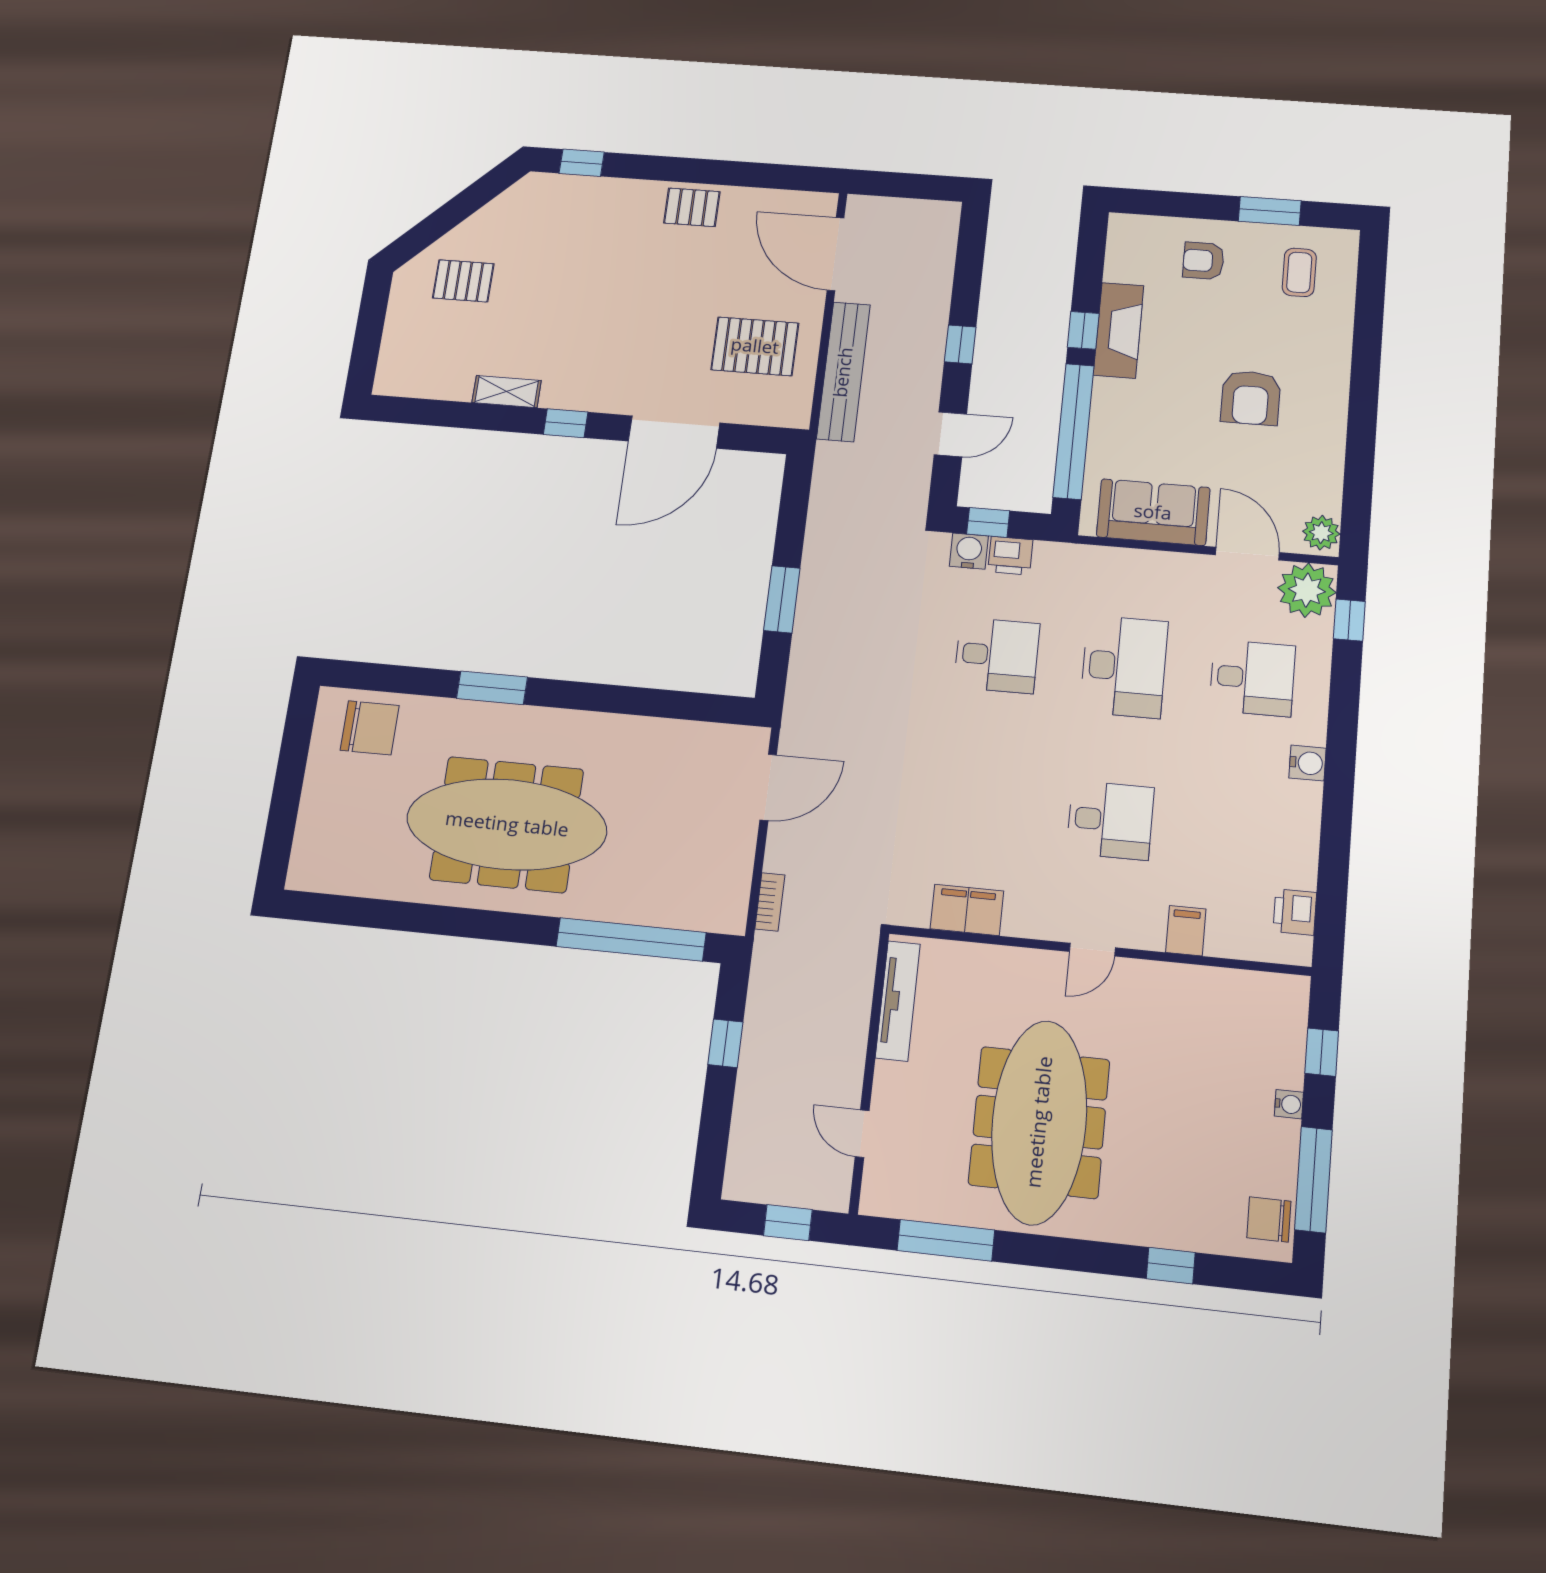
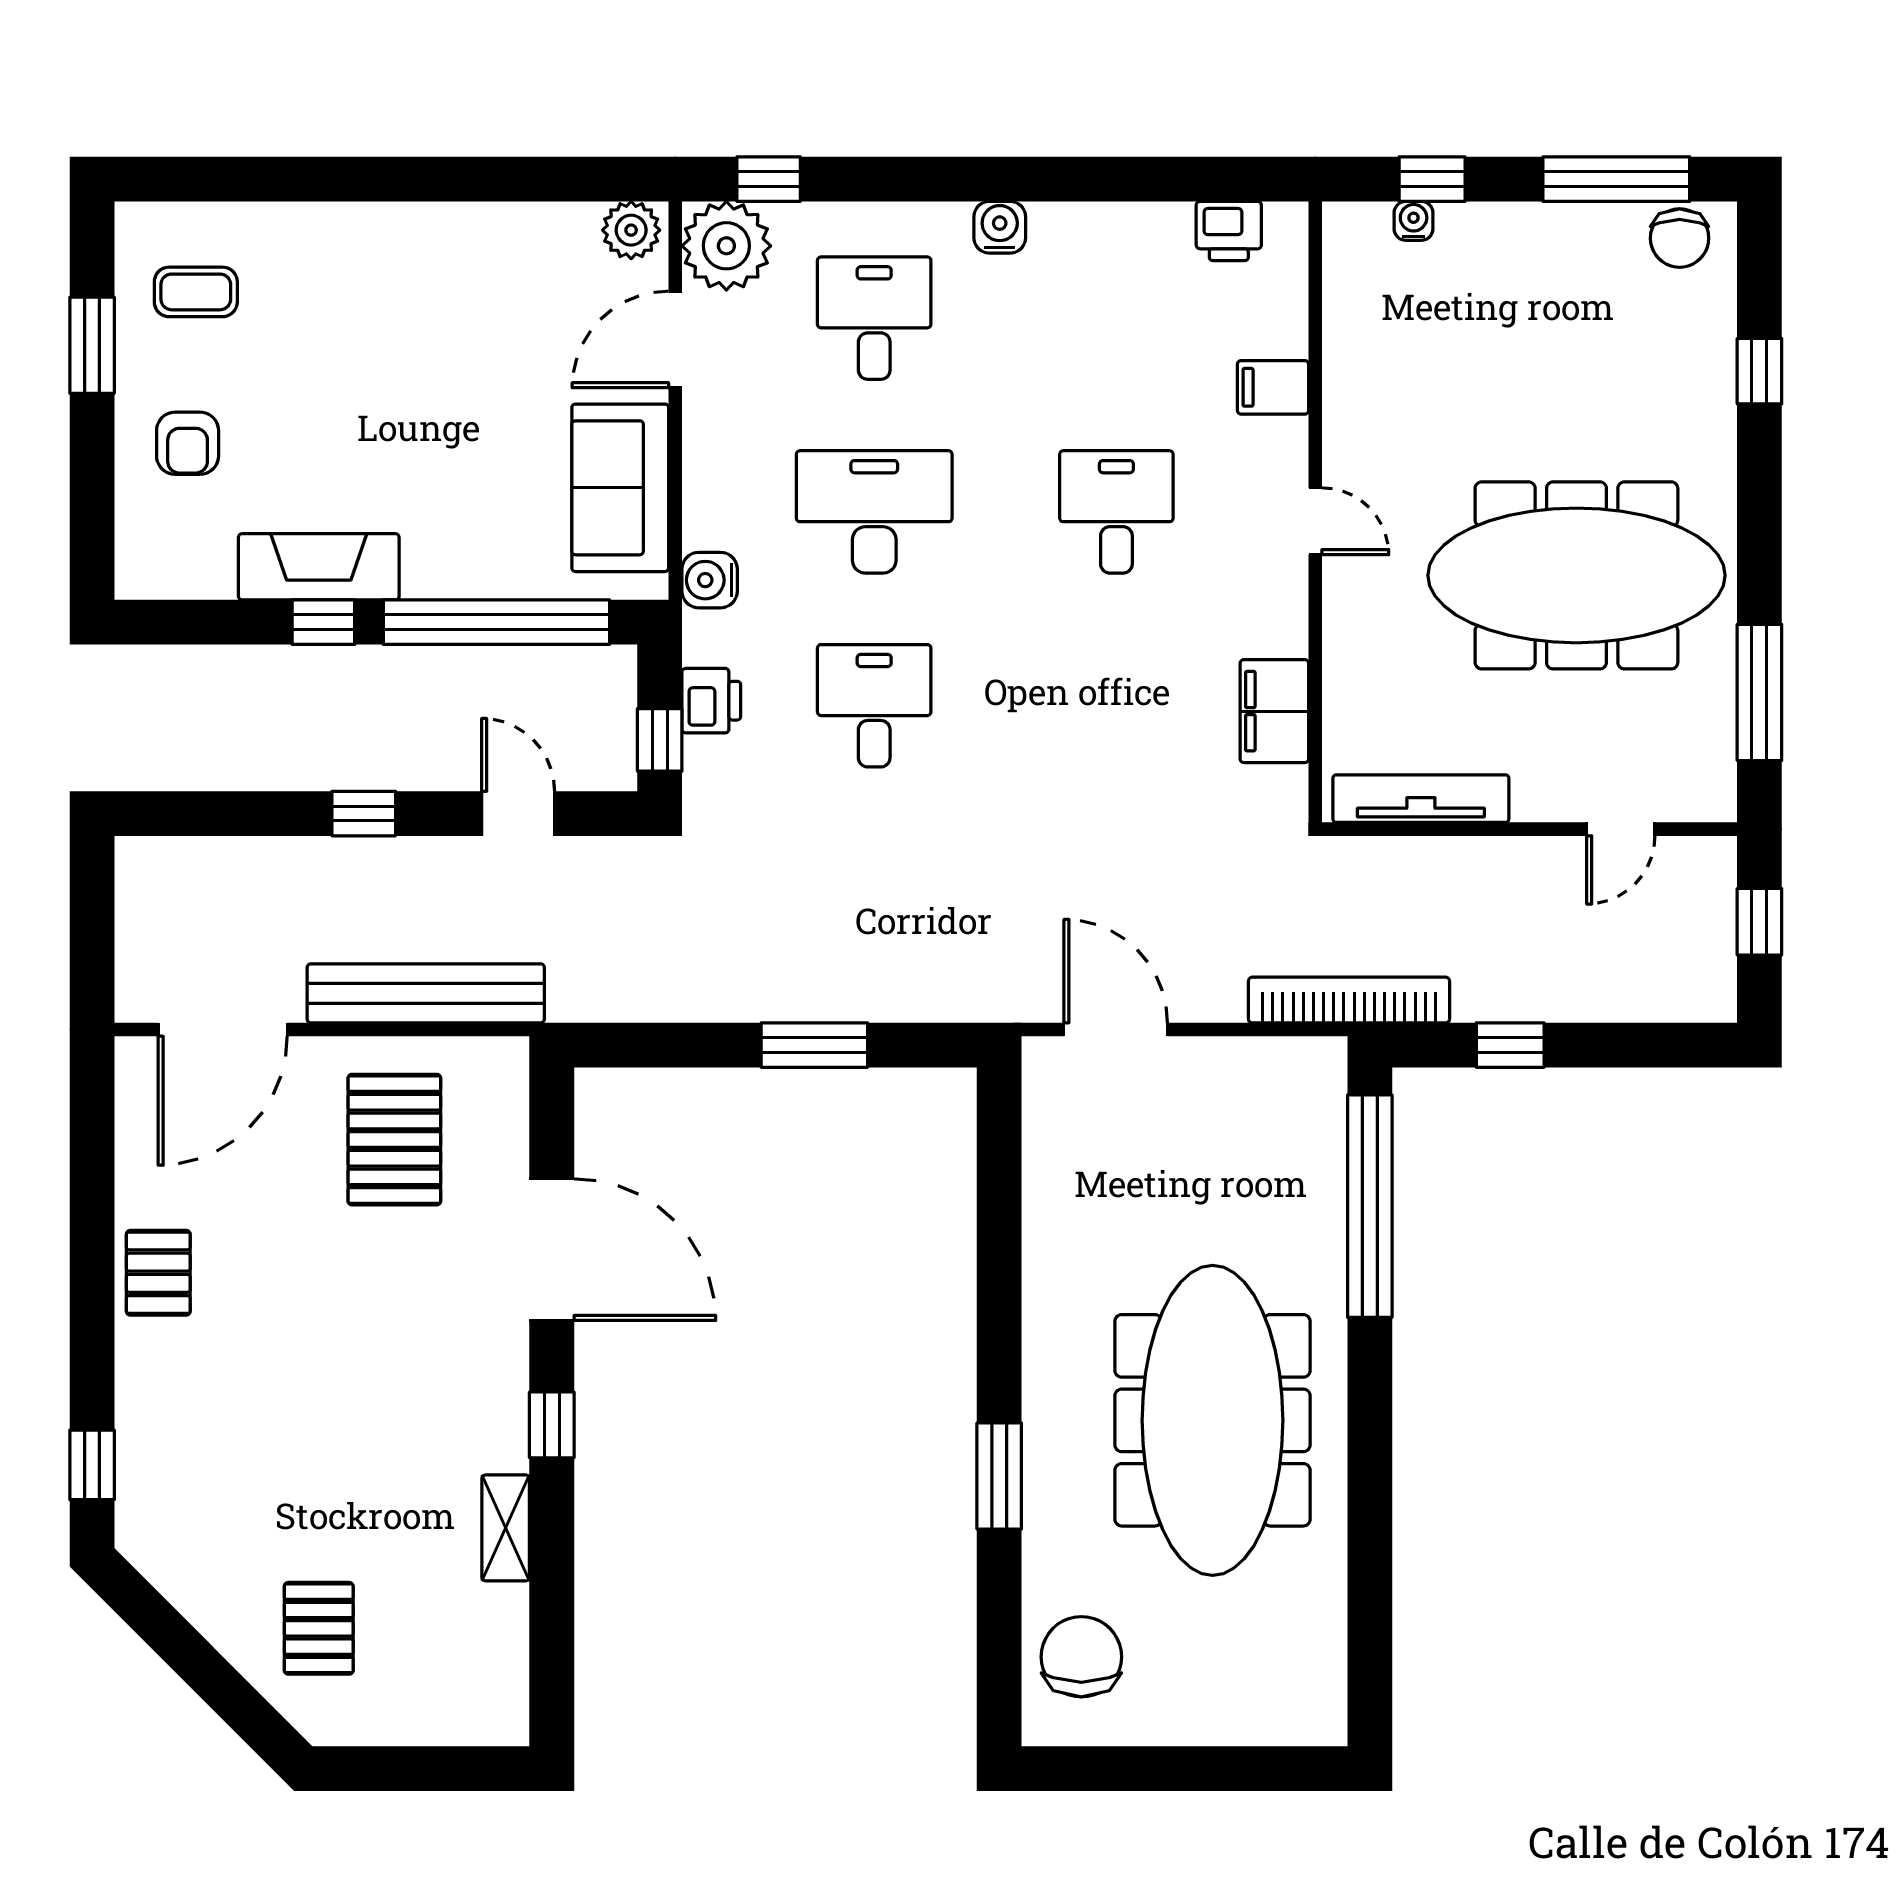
armchair: (1251, 398) -> (417, 353), removed
water cooler: (969, 551) -> (710, 580), moved
bookcase: (770, 902) -> (1349, 1000), width x2.31, depth x1.31
water cooler: (1289, 1104) -> (1414, 221), moved

